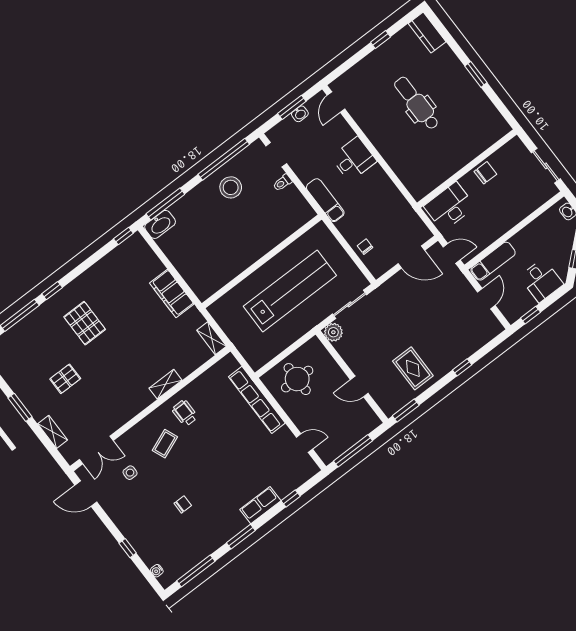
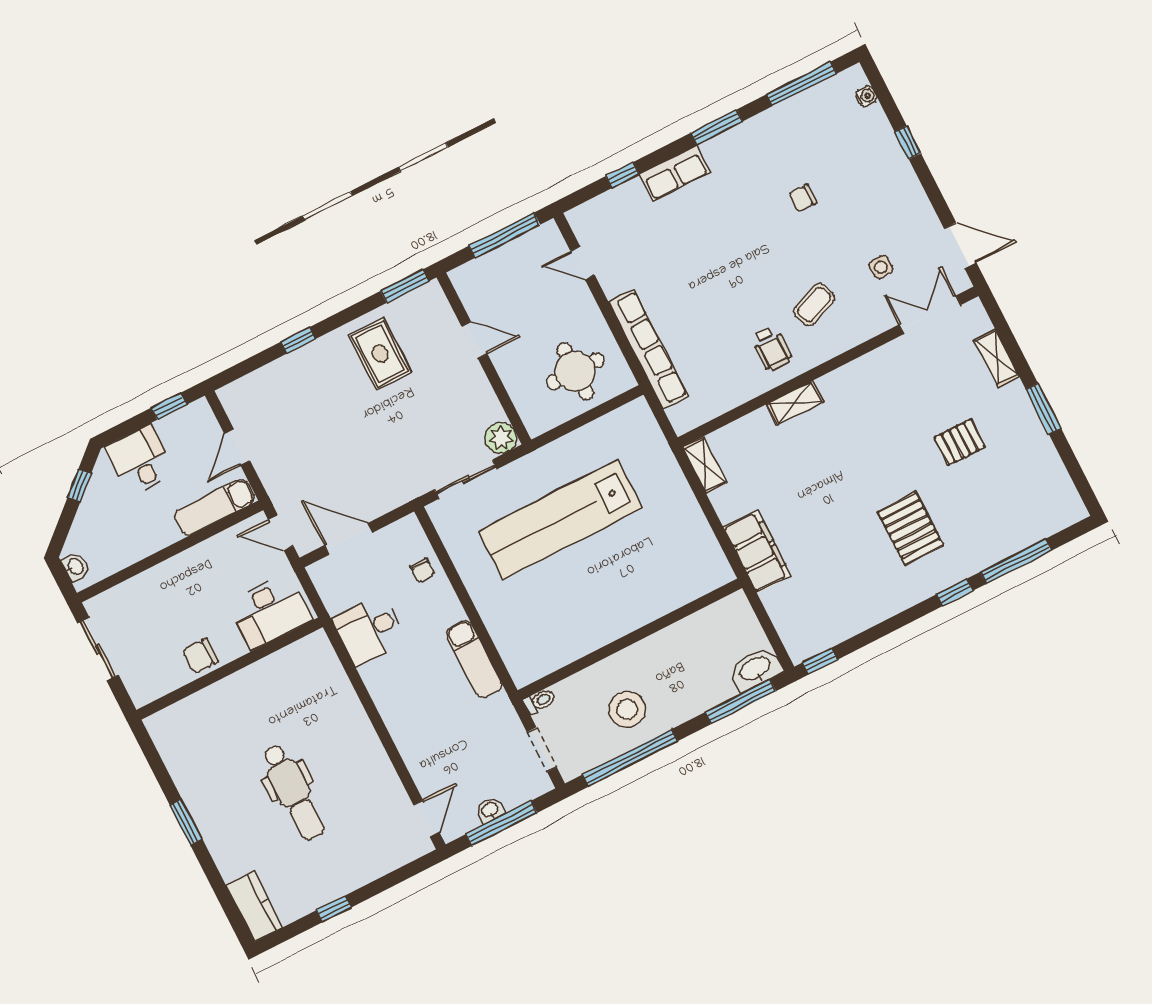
window: (292, 107) -> (501, 823), width x1.44
desk: (354, 159) -> (369, 630), moved
wall: (262, 261) -> (630, 639), moved

